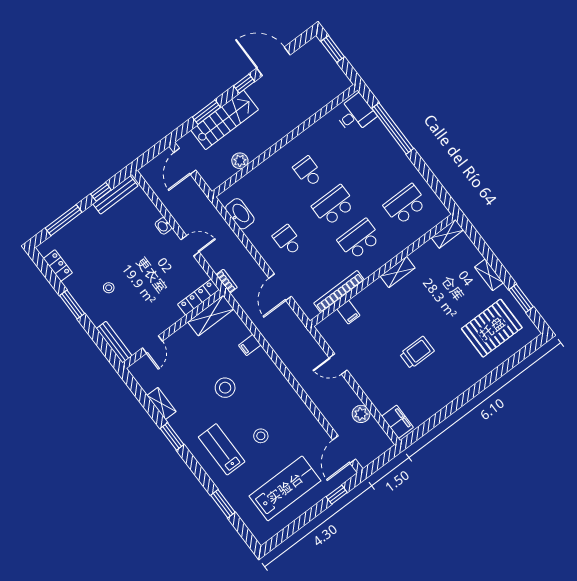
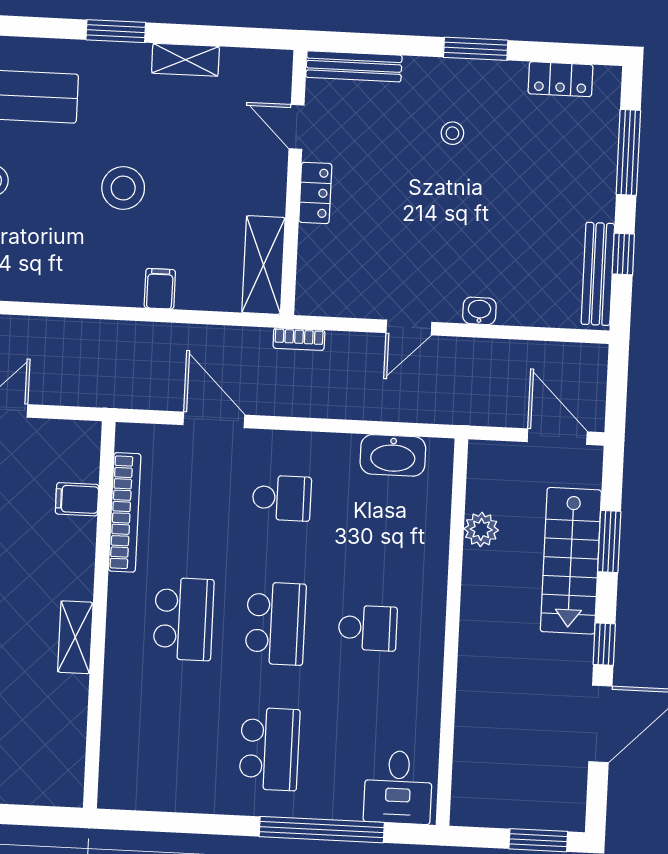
school desk: (405, 204) -> (269, 749), moved
shelving: (447, 234) -> (70, 774), removed
locker: (198, 297) -> (315, 193), moved, width x0.66

